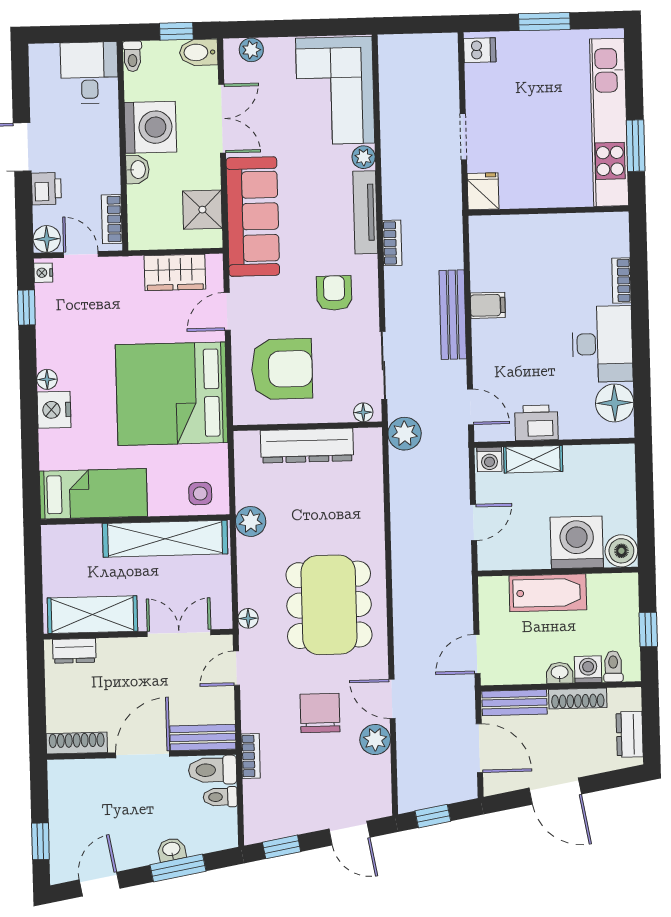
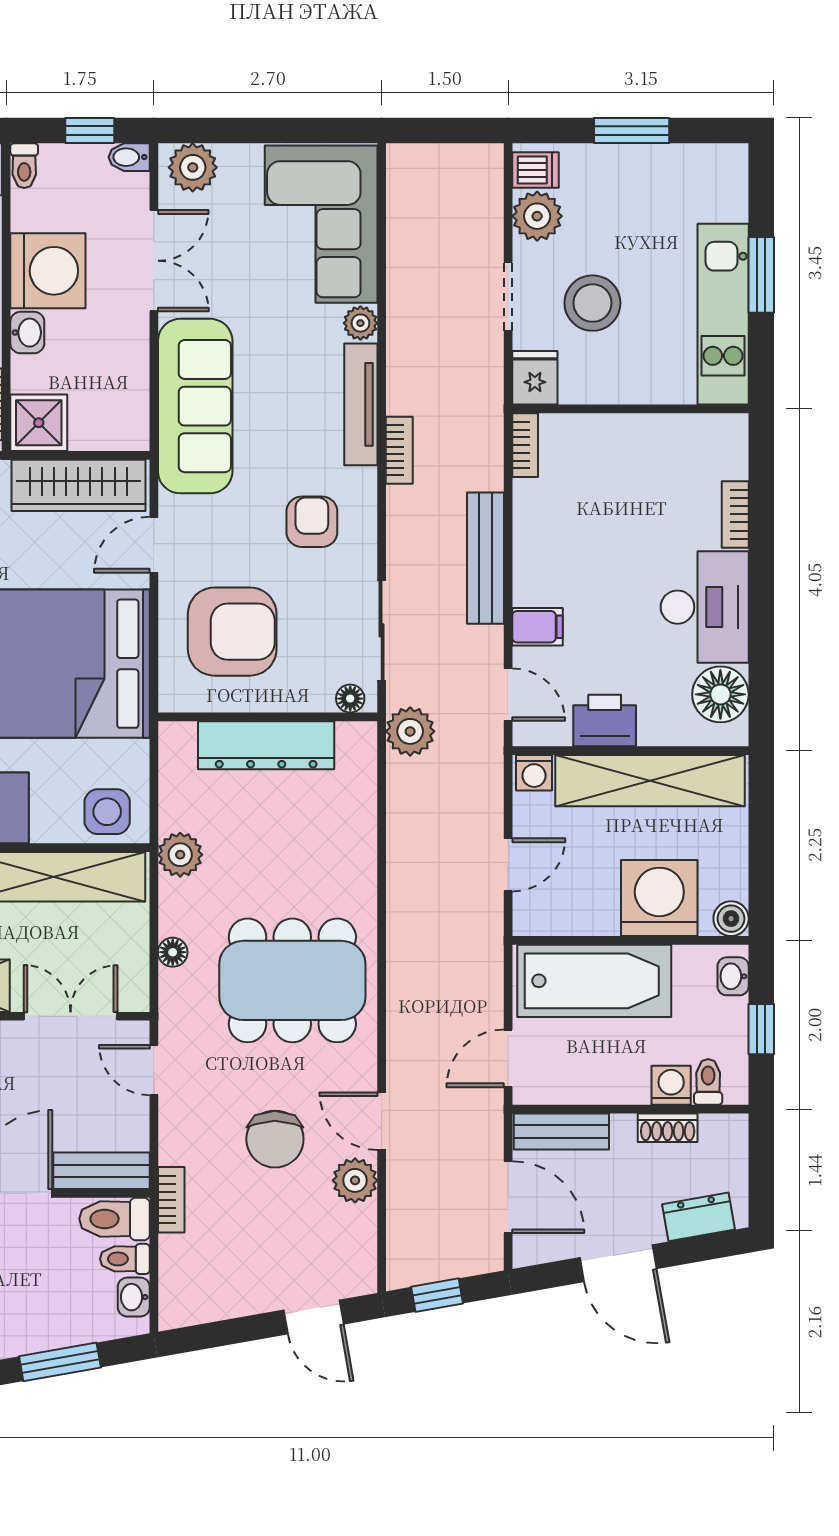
plant: (251, 50) -> (193, 167), width x1.38, depth x1.38
bidet: (199, 52) -> (129, 157), width x0.72, depth x0.74
plant: (482, 81) -> (537, 216), added
kitchen unit: (609, 122) -> (723, 314), width x0.73
stool: (521, 139) -> (592, 303), added
window: (636, 146) -> (761, 275), moved
shower: (202, 210) -> (39, 423), moved
bookcase: (478, 237) -> (525, 445), added
wardrobe: (175, 272) -> (78, 485), width x1.50
filing cabinet: (488, 305) -> (537, 627), moved
shelving: (533, 459) -> (650, 781), width x2.20, depth x1.33
side table: (200, 494) -> (107, 812), width x1.37, depth x1.37
boiler: (621, 551) -> (731, 919), width x0.73, depth x0.73
bathtub: (548, 593) -> (594, 981), width x1.36, depth x1.36
dining table: (329, 605) -> (292, 980), turned 90
floor lamp: (248, 618) -> (173, 952), moved
door: (237, 668) -> (154, 1070), hinge flipped
washbasin: (560, 673) -> (733, 976), moved, turned -90
shoe rack: (578, 698) -> (668, 1128), width x0.70
chair: (320, 713) -> (275, 1139), turned 180
dresser: (630, 734) -> (698, 1217), moved, turned 80
window: (282, 847) -> (213, 1335), removed
washbasin: (171, 850) -> (134, 1297), moved, turned -80

